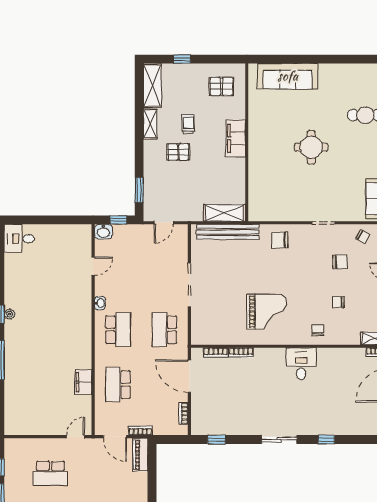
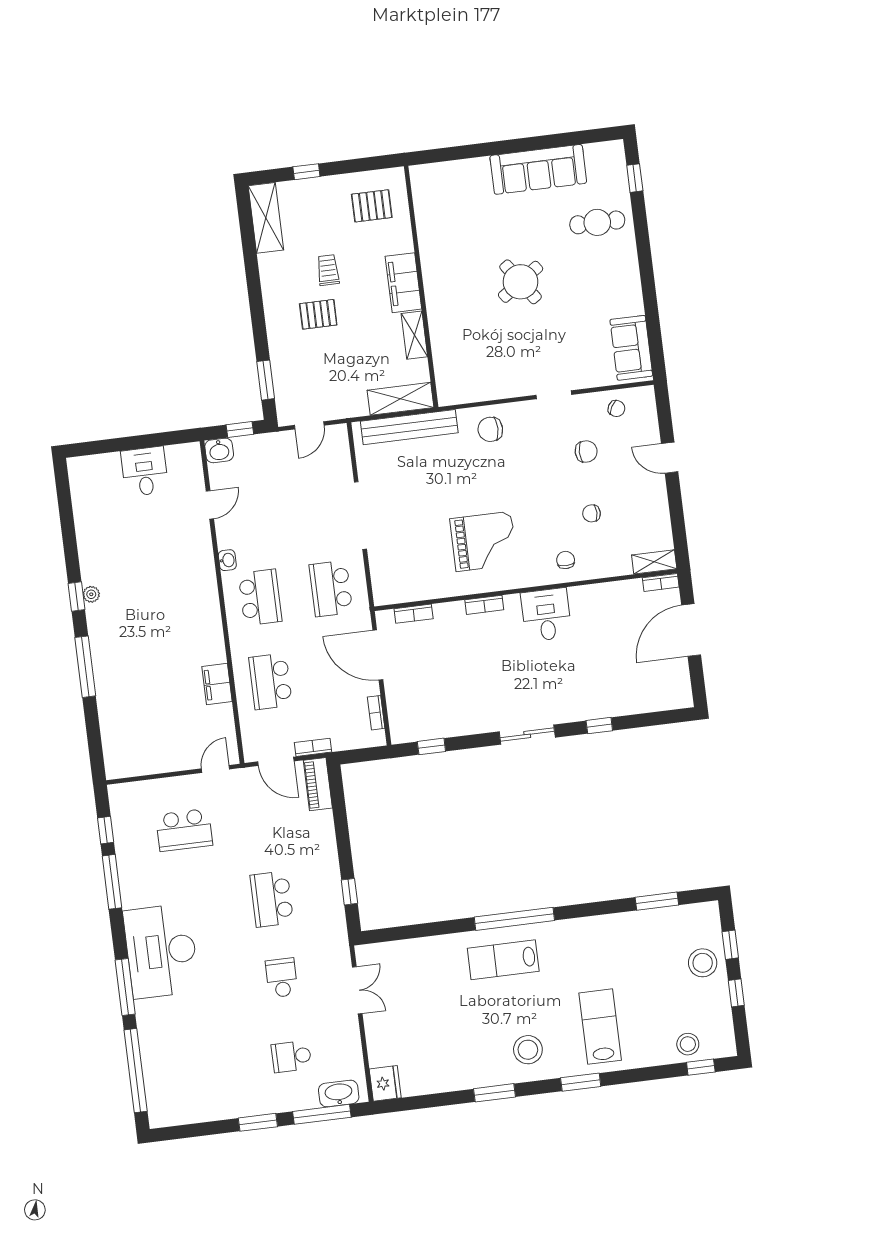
sofa: (288, 76) -> (538, 169), moved
shelving: (150, 124) -> (414, 335), moved
round table: (311, 147) -> (521, 282), turned -35
desk: (19, 239) -> (145, 472), moved, turned 90
bookcase: (241, 352) -> (484, 605), moved

